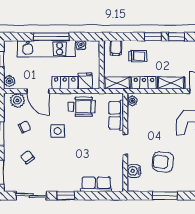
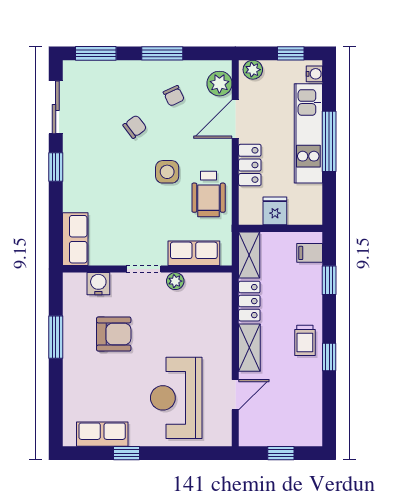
window: (153, 37) -> (329, 280), moved
water cooler: (81, 45) -> (314, 74), moved
trolley: (138, 56) -> (305, 340), moved
fridge: (85, 81) -> (275, 211), moved, turned -90
plant: (132, 101) -> (175, 281), moved
side table: (58, 131) -> (167, 172), moved
chair: (28, 157) -> (135, 127), moved
armchair: (163, 162) -> (114, 334), turned 84
row of seats: (96, 184) -> (75, 239), moved

